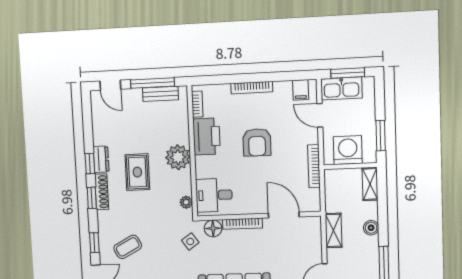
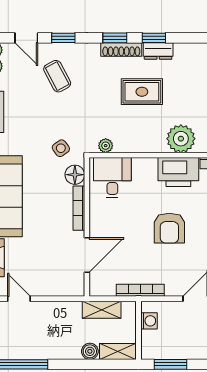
armchair: (257, 142) -> (169, 228), turned -90
washing machine: (348, 150) -> (149, 321), width x0.53, depth x0.53
plant: (178, 157) -> (181, 139), moved
boiler: (371, 228) -> (90, 351), moved
shelving: (333, 230) -> (102, 310), moved

